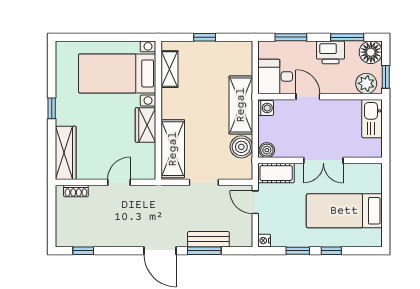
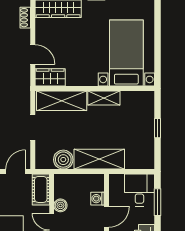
shelving: (170, 69) -> (104, 98), moved
desk: (277, 76) -> (139, 190), moved
washing machine: (266, 108) -> (98, 199), moved, turned 90
wardrobe: (146, 125) -> (50, 77), moved
boiler: (267, 150) -> (60, 205), moved

